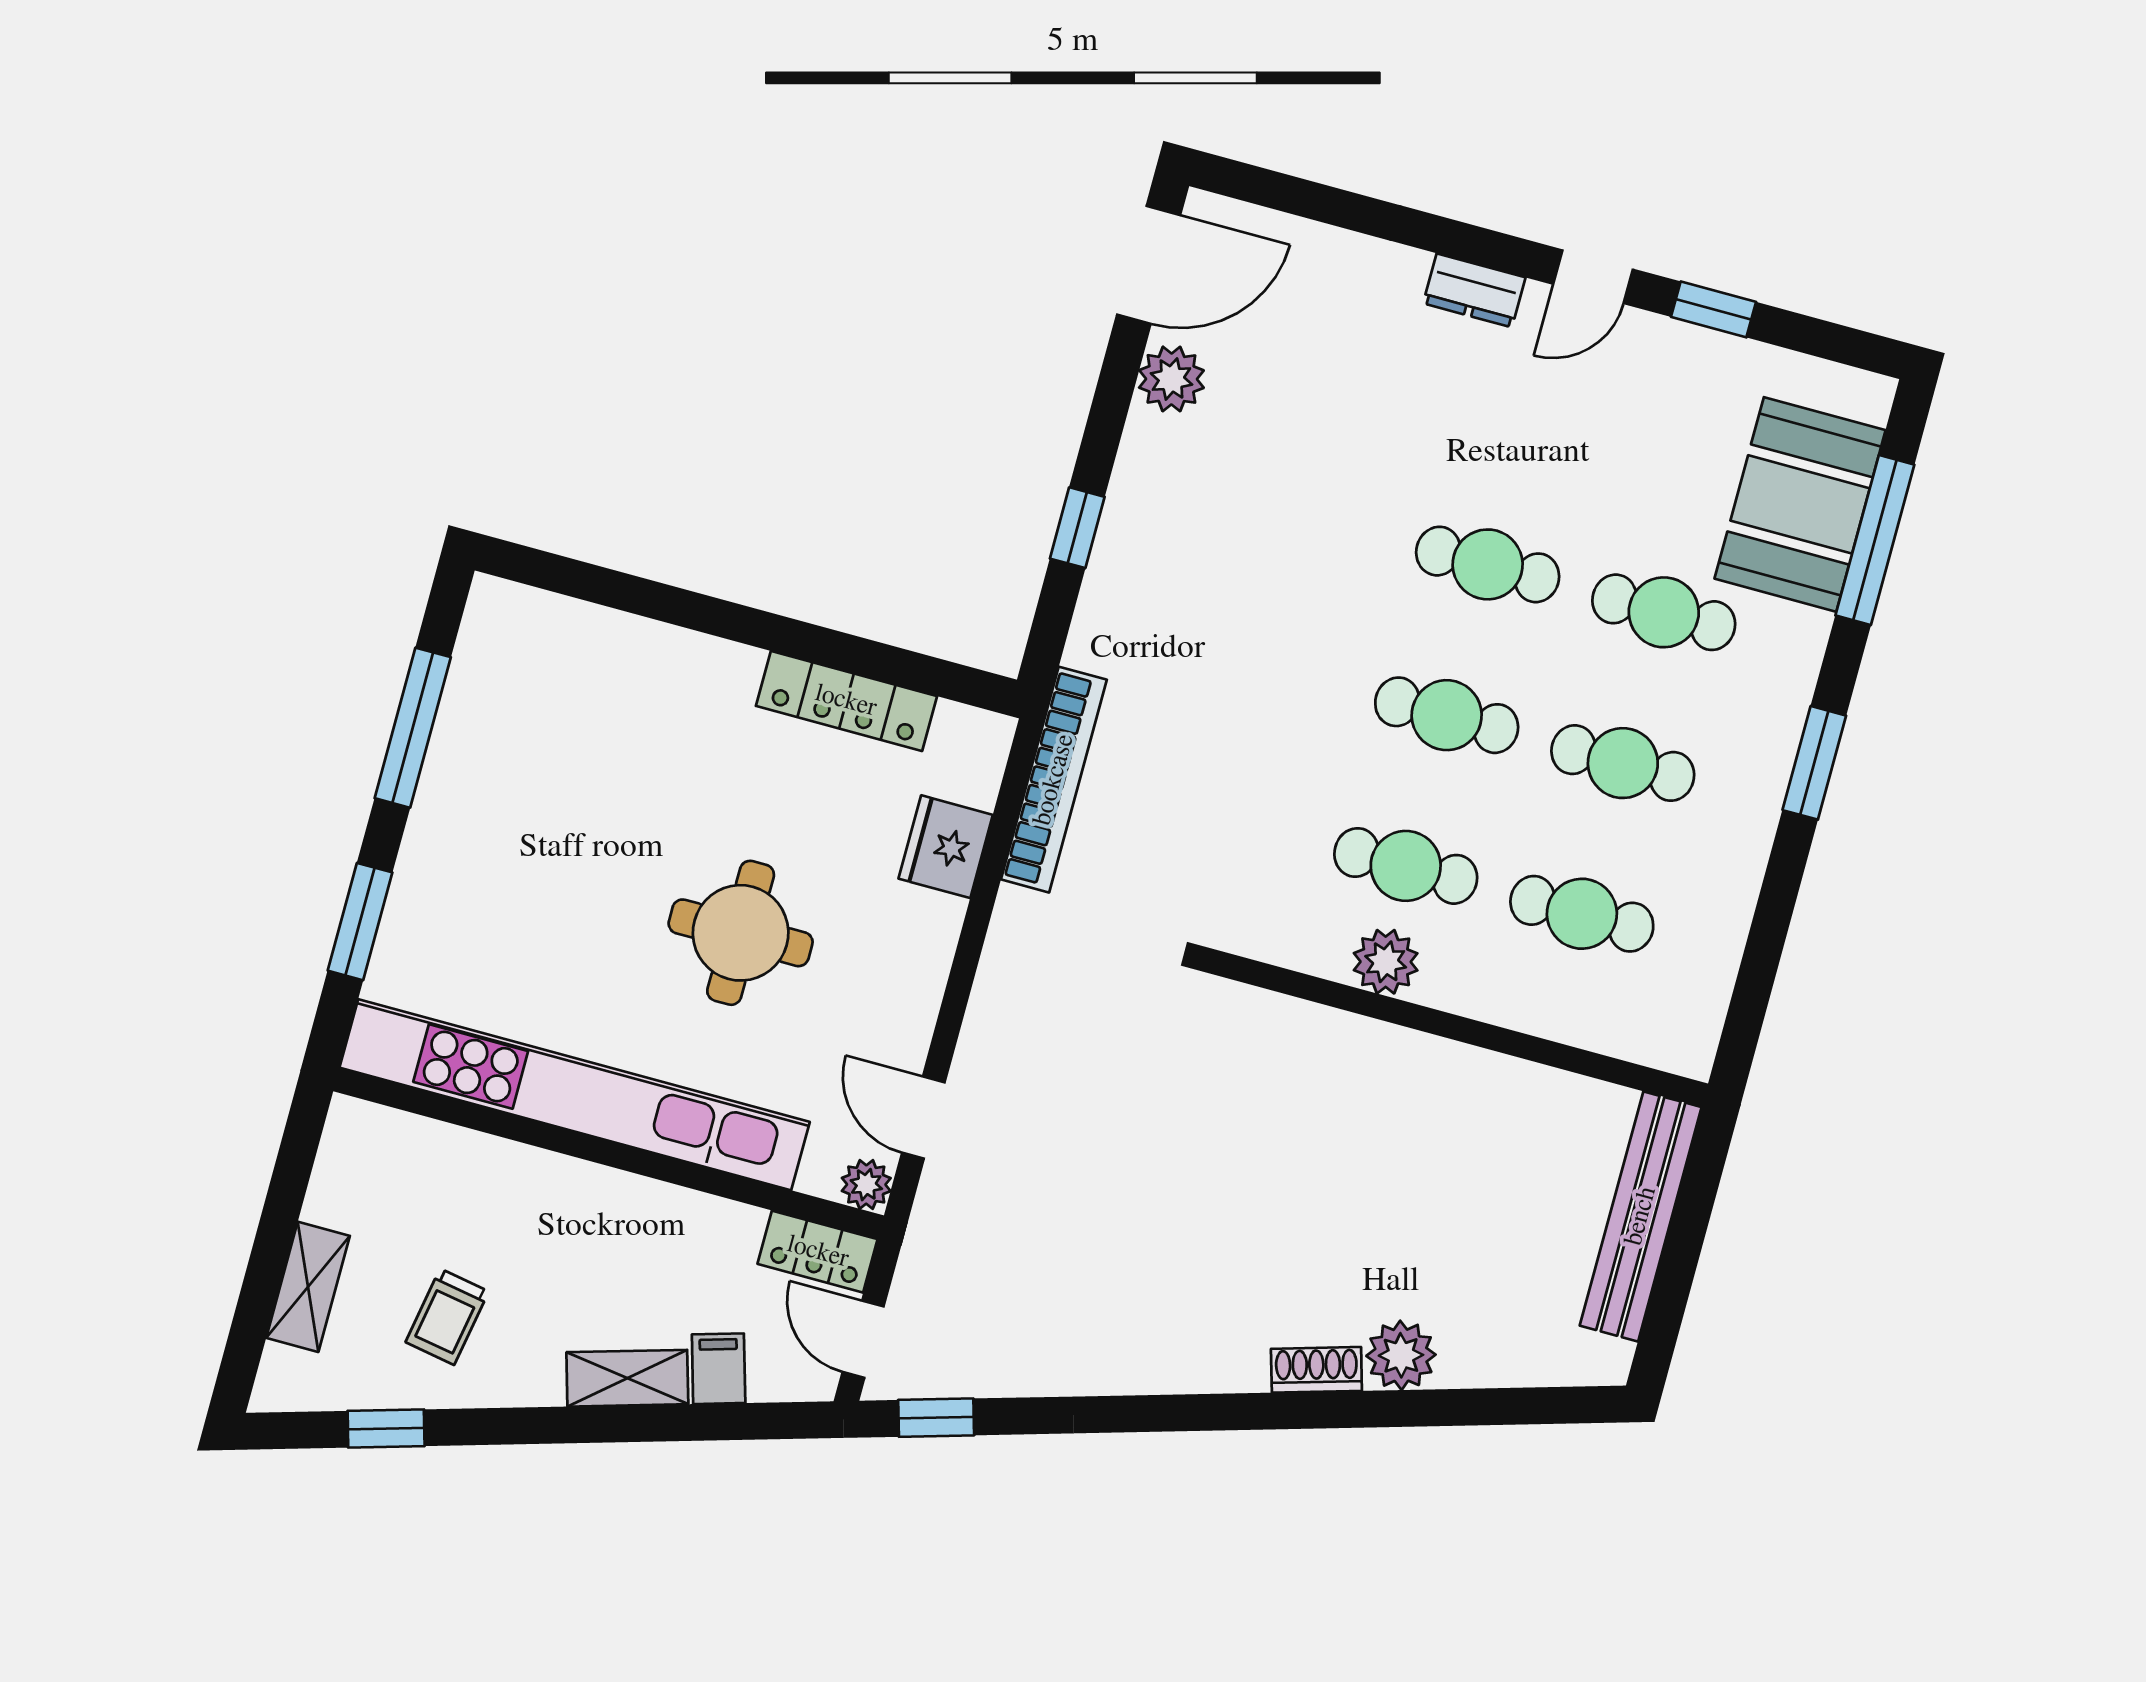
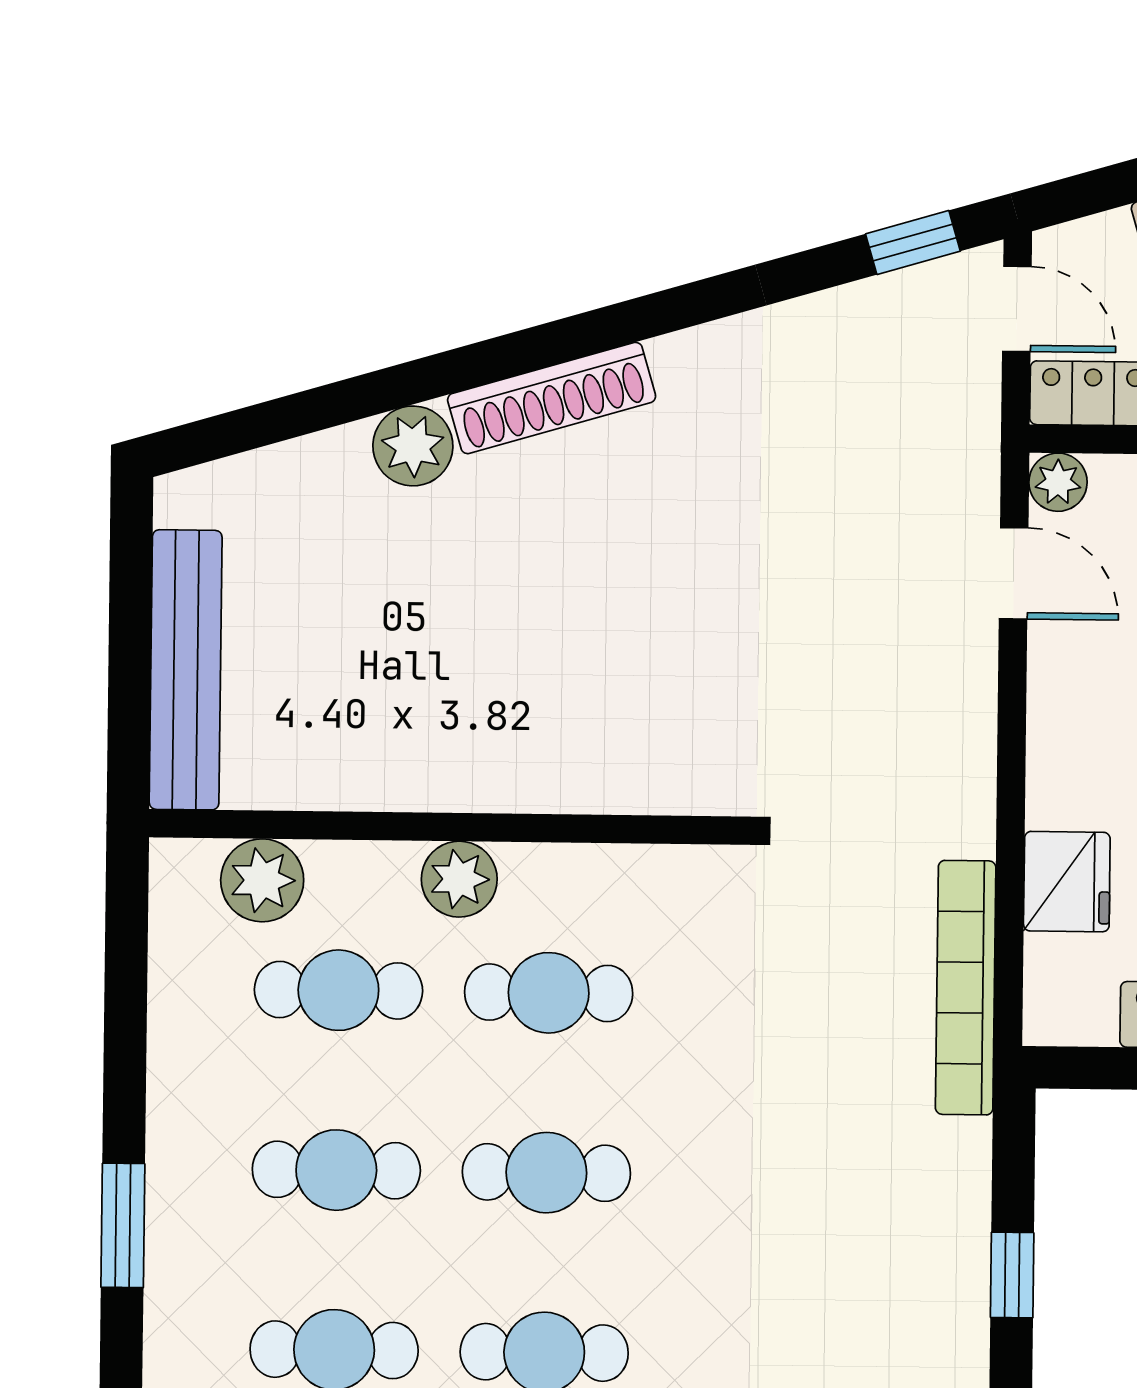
plant: (1386, 962) -> (459, 879), moved
plant: (1622, 1023) -> (262, 880), added
shoe rack: (1316, 1370) -> (552, 398), width x1.94, depth x1.24

